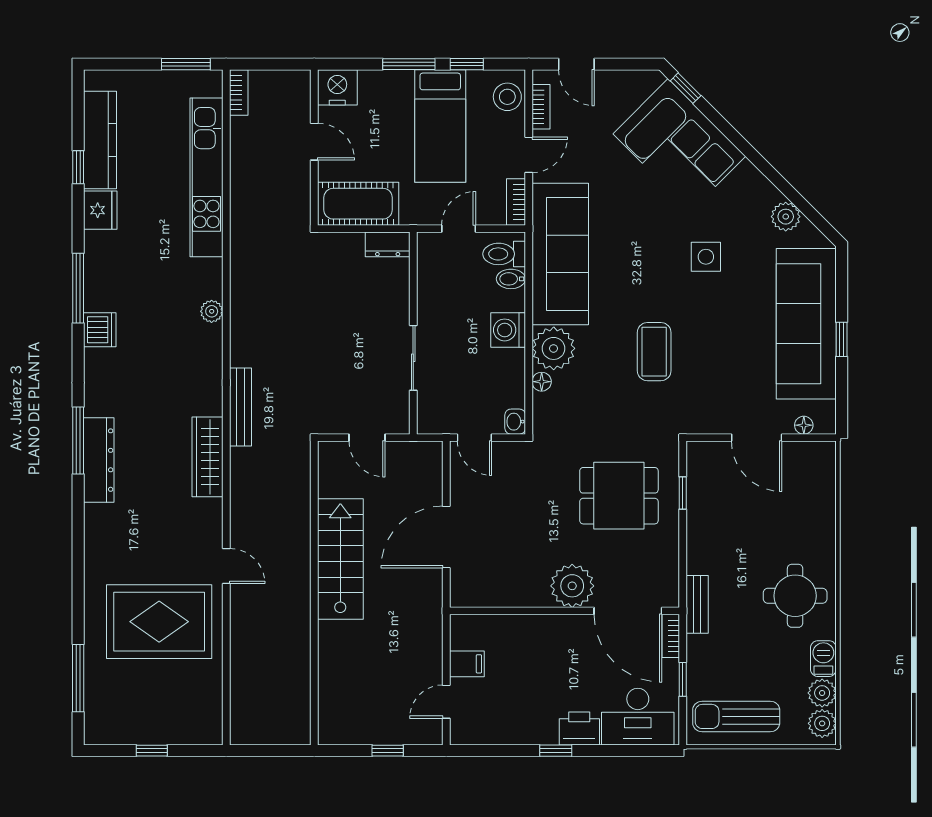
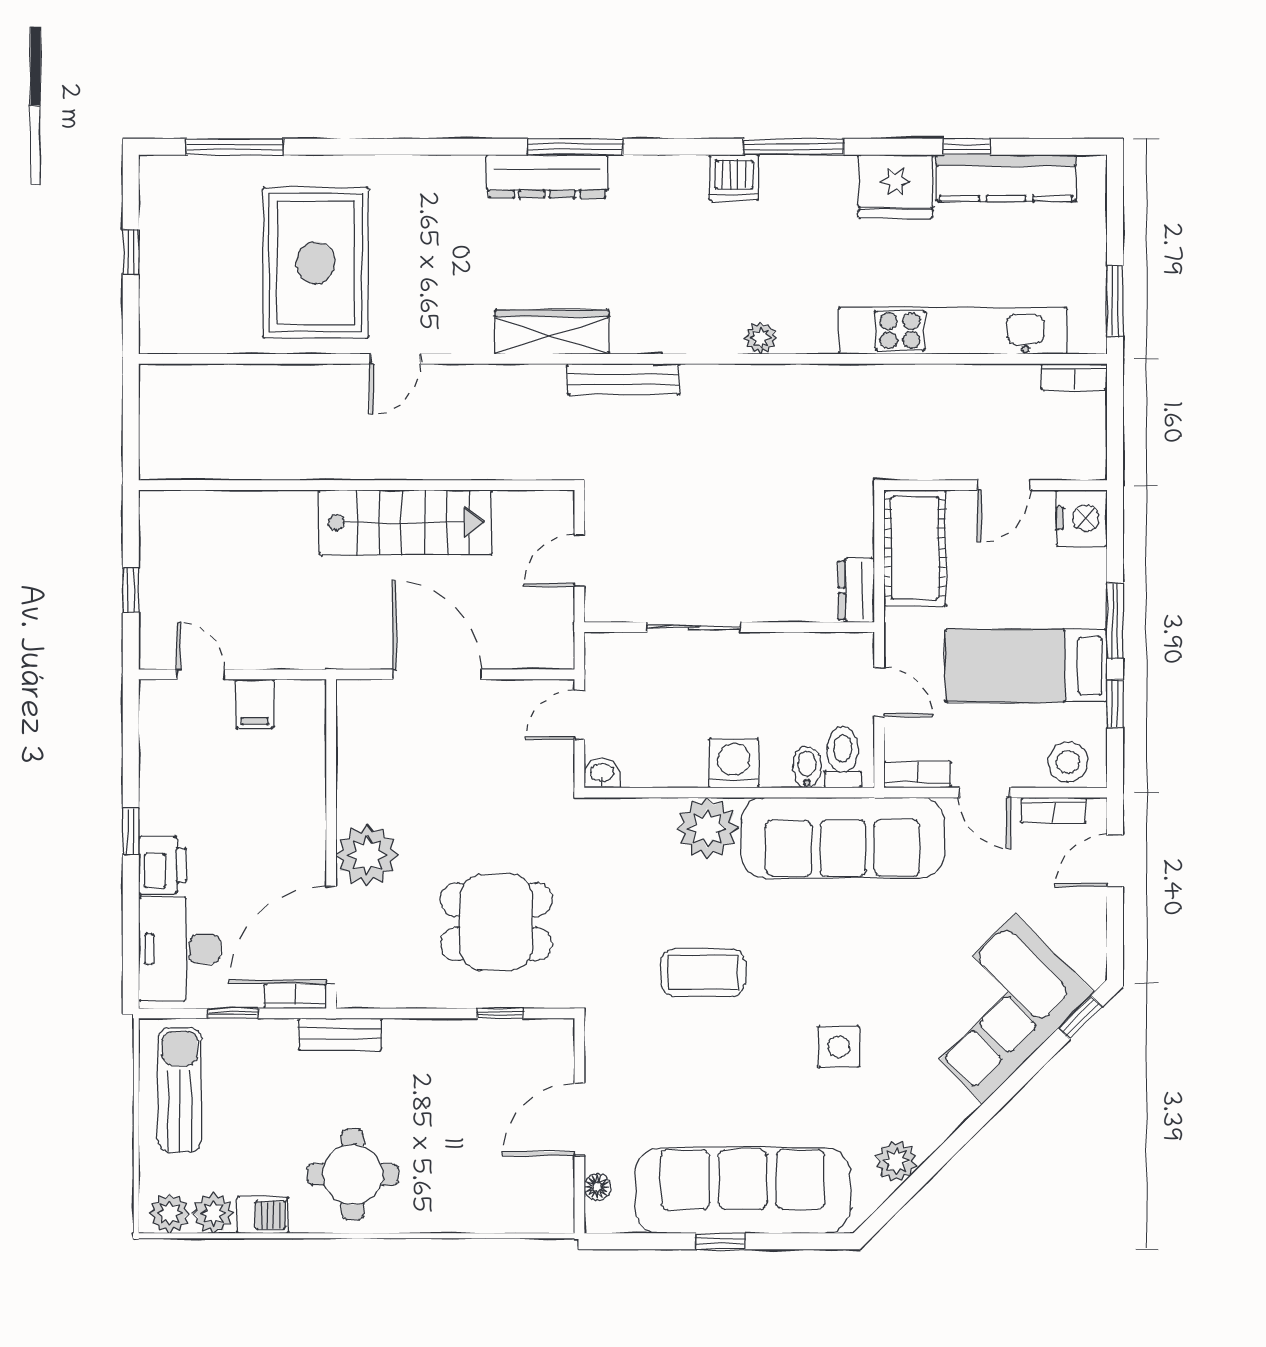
fridge: (100, 210) -> (896, 186), width x1.36, depth x1.34
floor lamp: (542, 382) -> (660, 811), removed
dining table: (619, 496) -> (496, 922), turned 90

